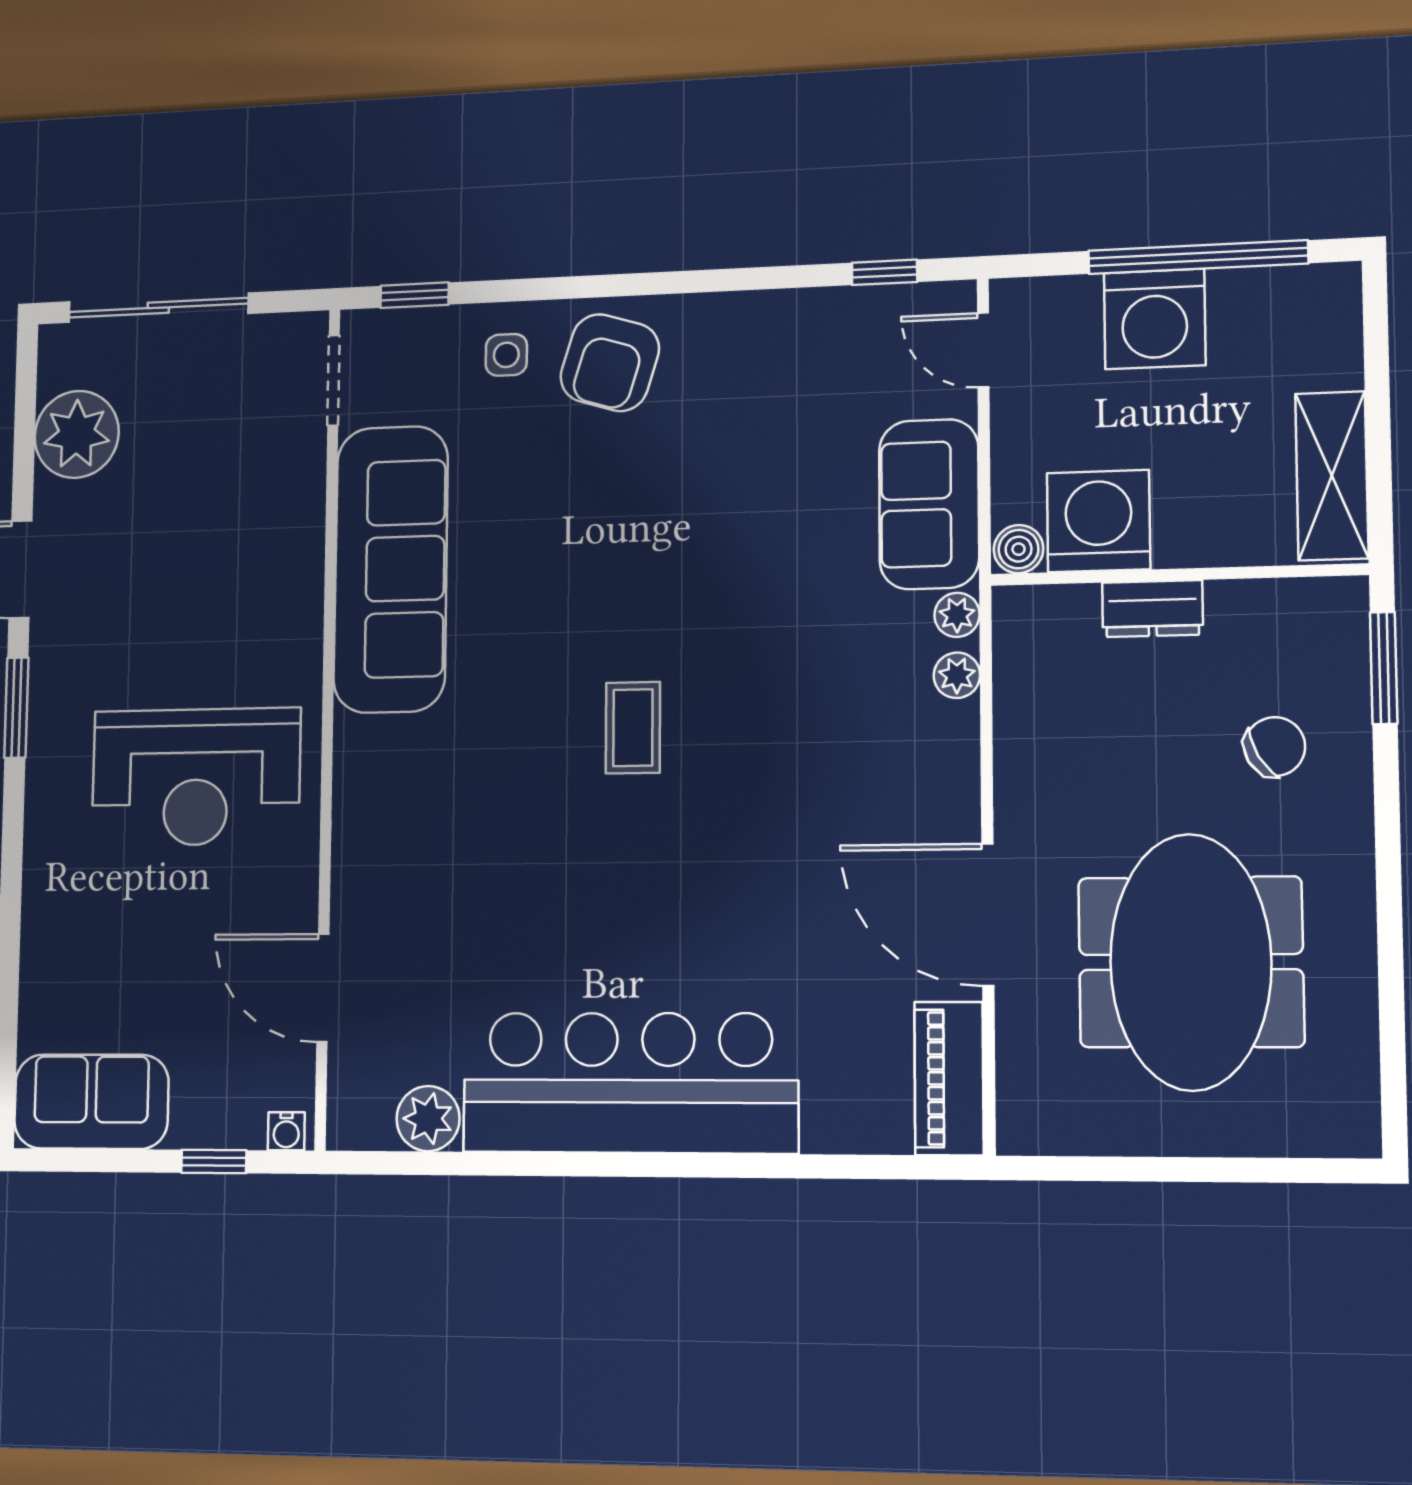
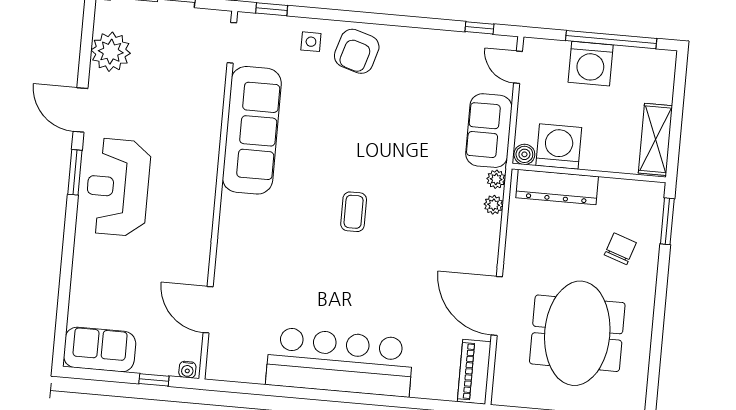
dresser: (1152, 609) -> (557, 187), width x1.96, depth x1.24
chair: (1275, 747) -> (620, 249), turned -41
reception desk: (196, 777) -> (118, 187), moved, turned 90
plant: (428, 1119) -> (251, 370), removed

